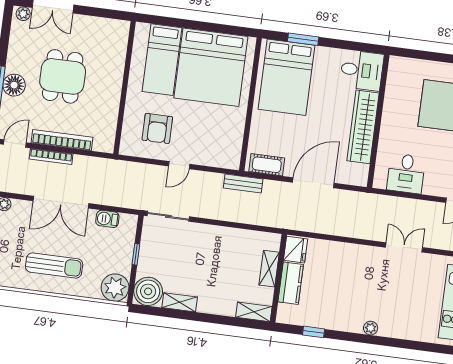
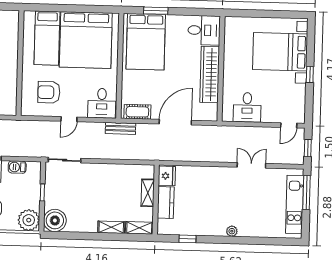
armchair: (157, 128) -> (49, 92), turned 90
desk: (223, 149) -> (102, 103), added
shelving: (180, 302) -> (111, 227), moved

